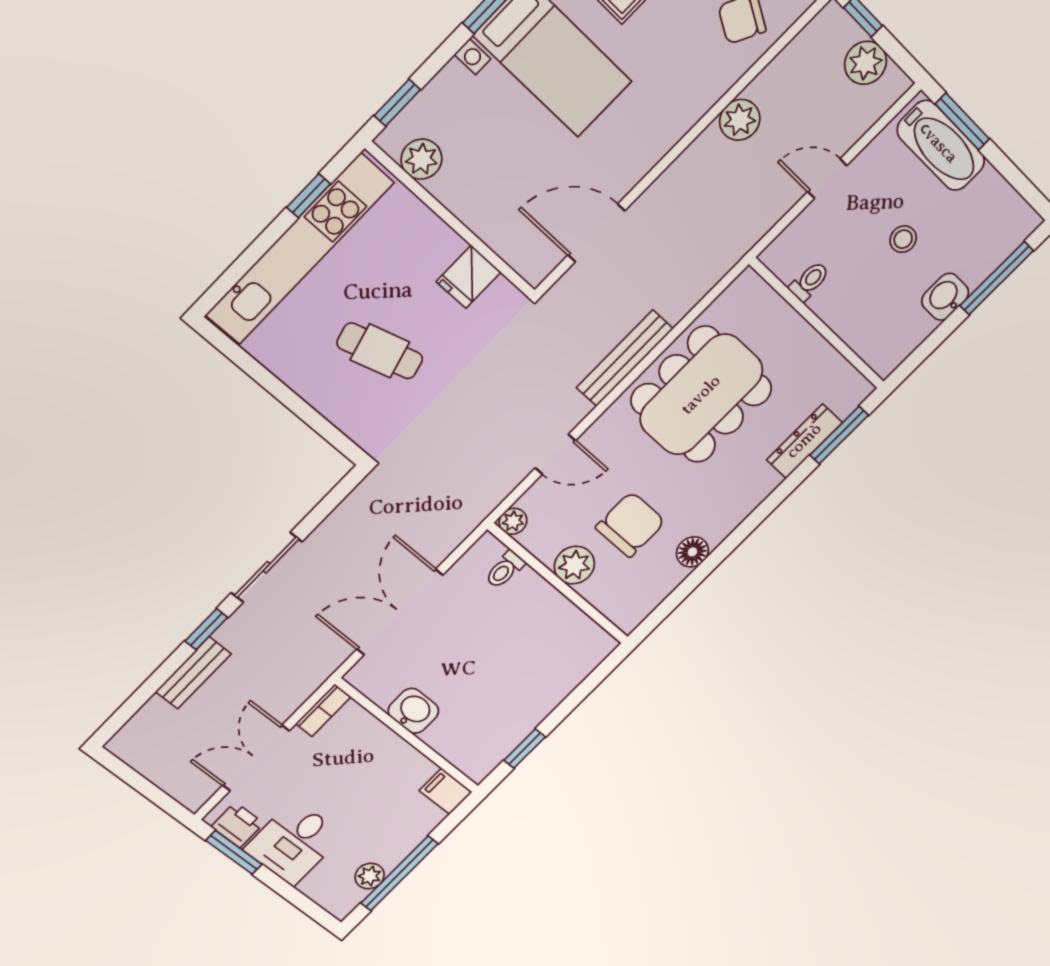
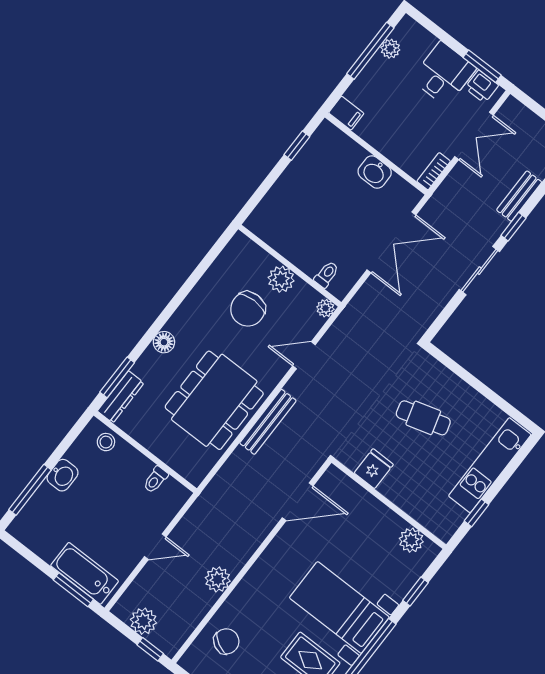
window: (397, 103) -> (415, 591), moved
stool: (903, 239) -> (106, 442), moved
kitchen unit: (300, 249) -> (490, 465), width x0.73
dresser: (804, 441) -> (121, 397), moved
floor lamp: (692, 552) -> (164, 342), moved

